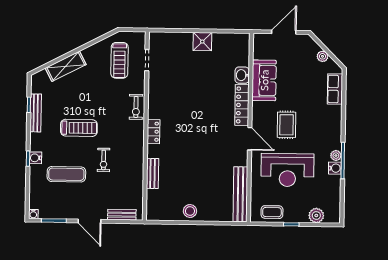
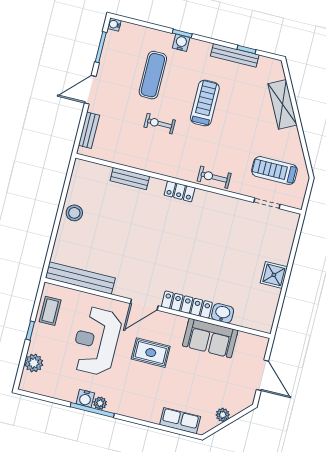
treadmill: (79, 128) -> (205, 103), turned 180

